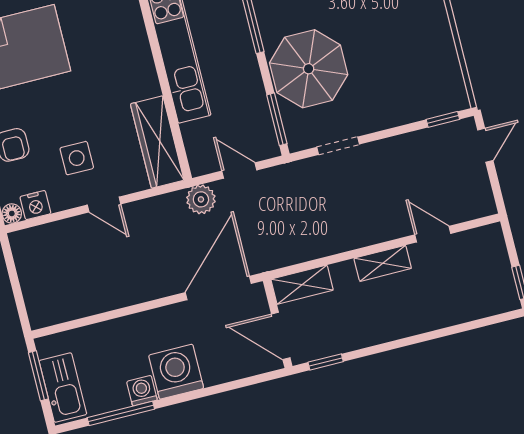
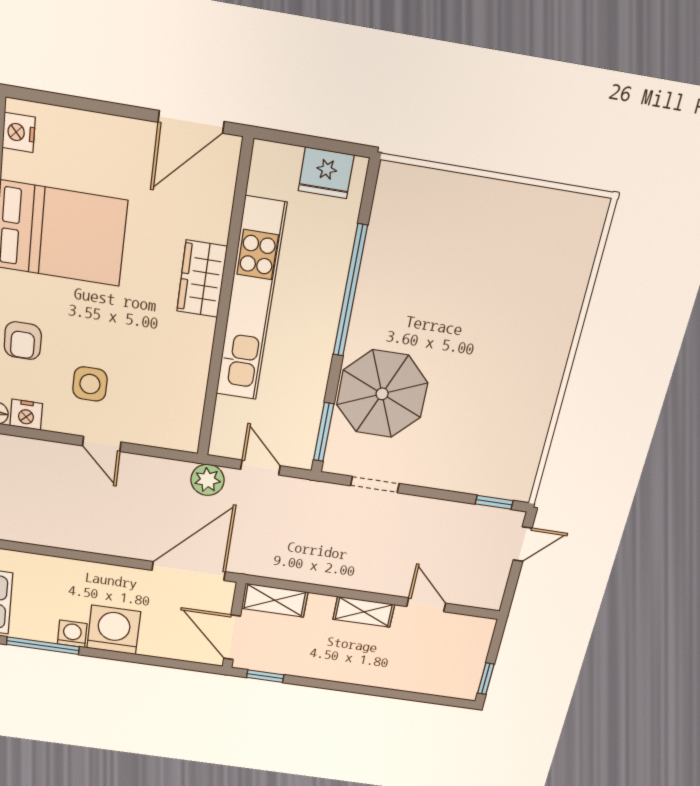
wardrobe: (157, 142) -> (202, 279), moved, width x0.67

